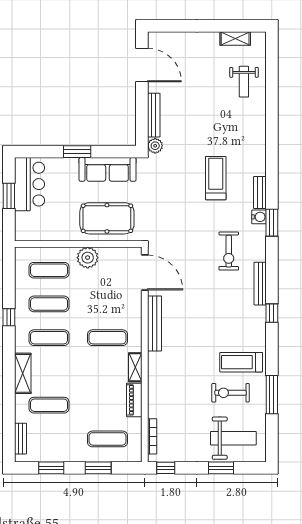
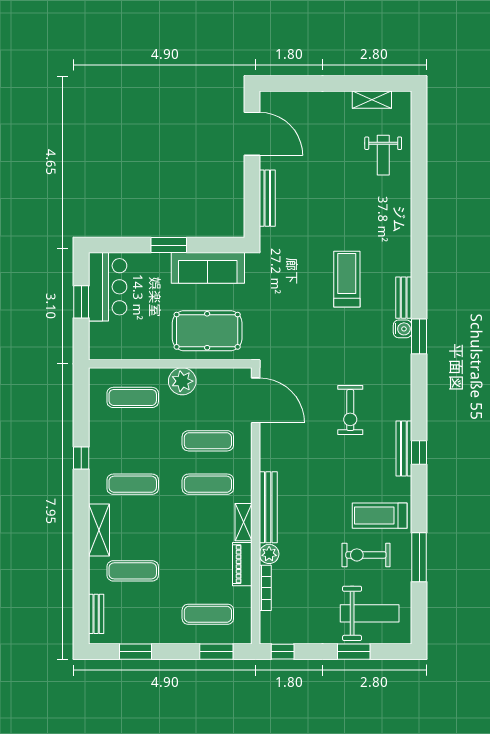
plant: (155, 146) -> (269, 554), moved
exercise bike: (229, 251) -> (350, 410), moved
bench: (260, 284) -> (404, 448), moved
exercise mat: (49, 304) -> (208, 441), moved
bench: (154, 323) -> (268, 507), moved
bookcase: (152, 436) -> (265, 588), moved
window: (98, 468) -> (216, 652), moved

